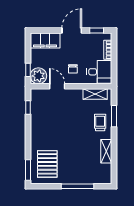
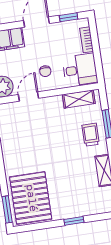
door: (57, 86) -> (28, 96), hinge flipped
pallet: (47, 164) -> (31, 198), width x1.37, depth x1.41
window: (78, 186) -> (74, 221), width x0.46

